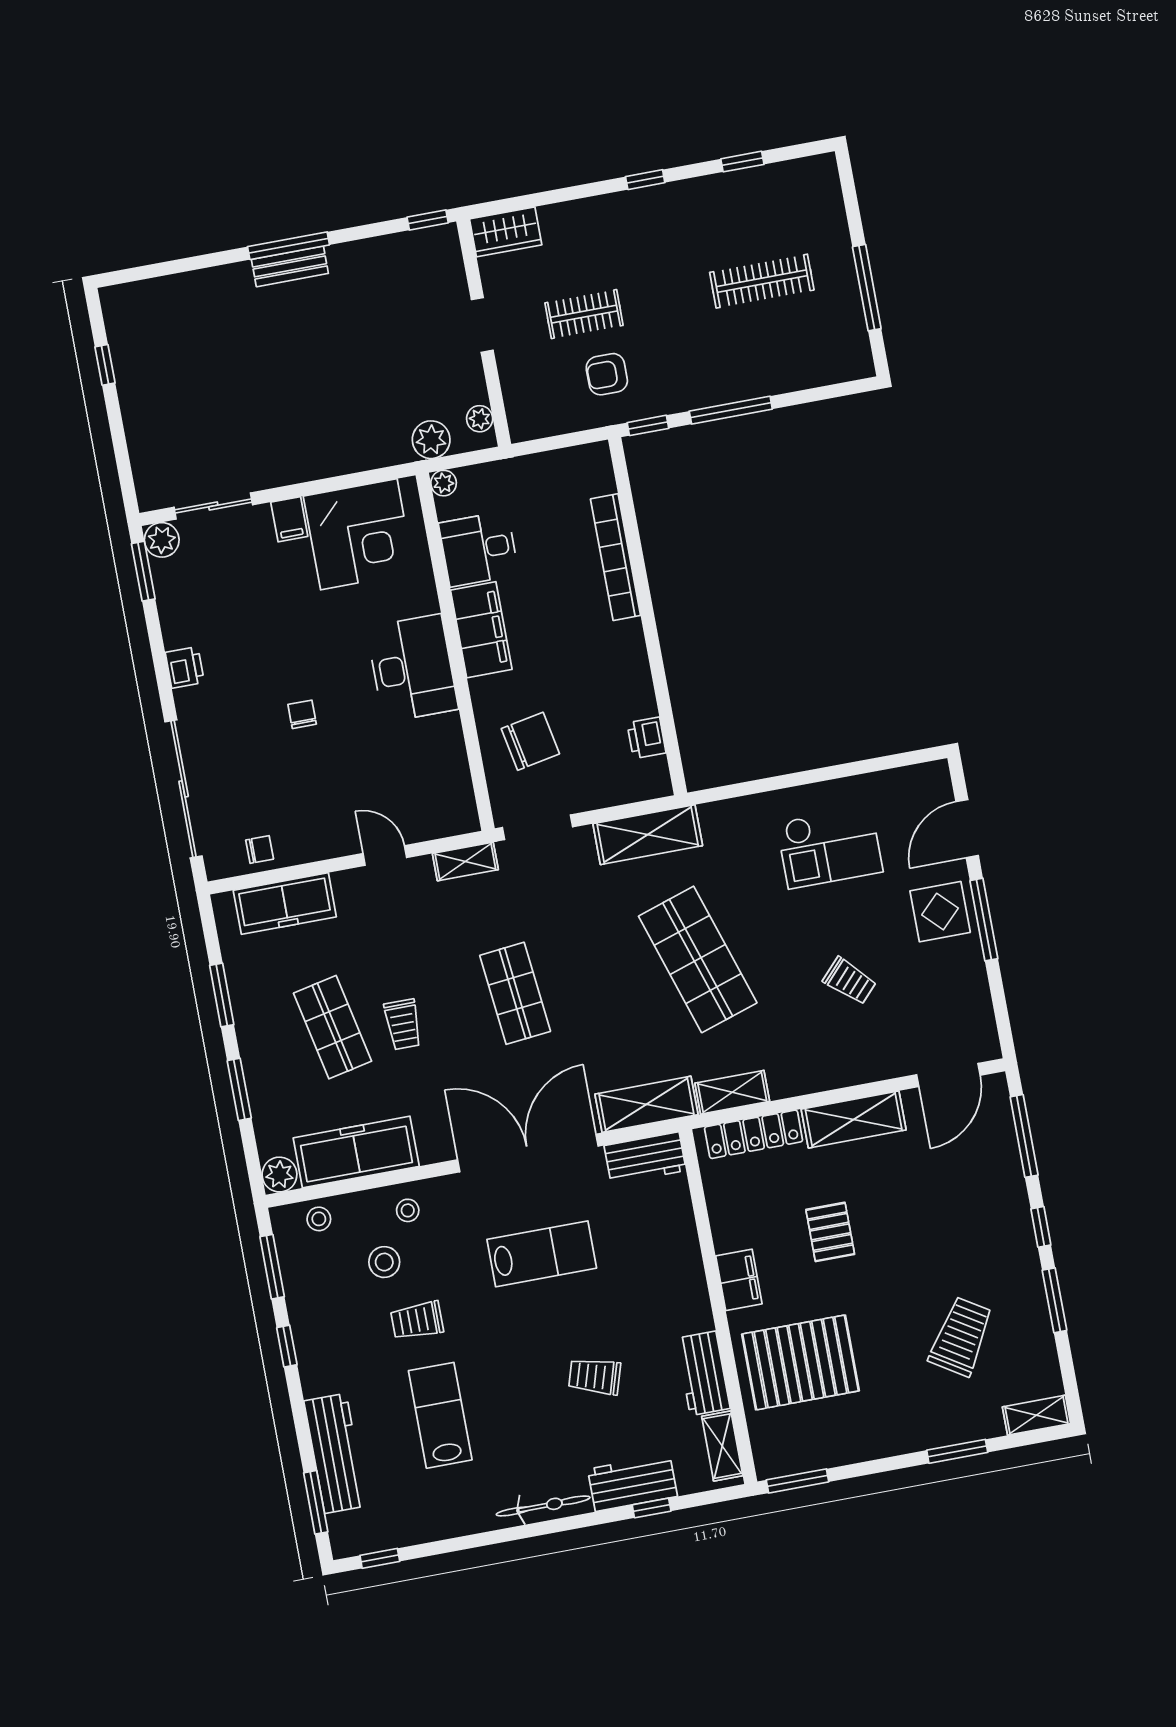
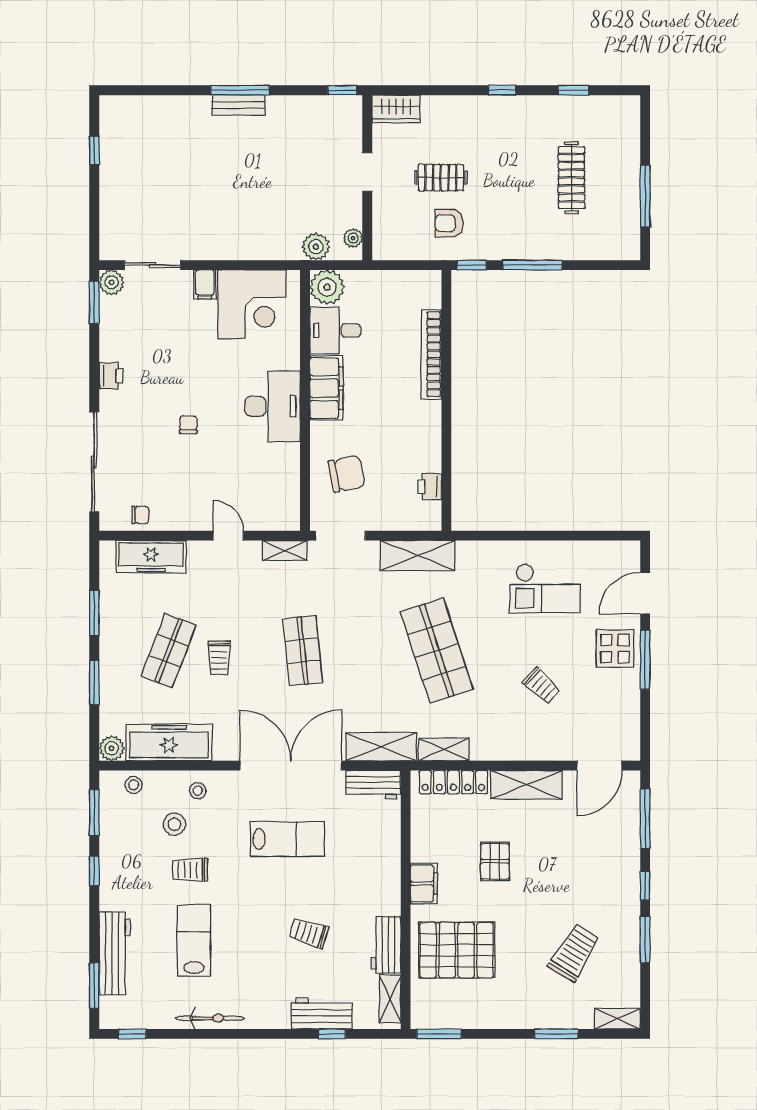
clothes rail: (762, 281) -> (571, 178), turned 90
plant: (444, 483) -> (327, 287), width x1.88, depth x1.88
shop shelf: (333, 1027) -> (169, 651), turned 33
bicycle: (543, 1506) -> (210, 1018), moved

